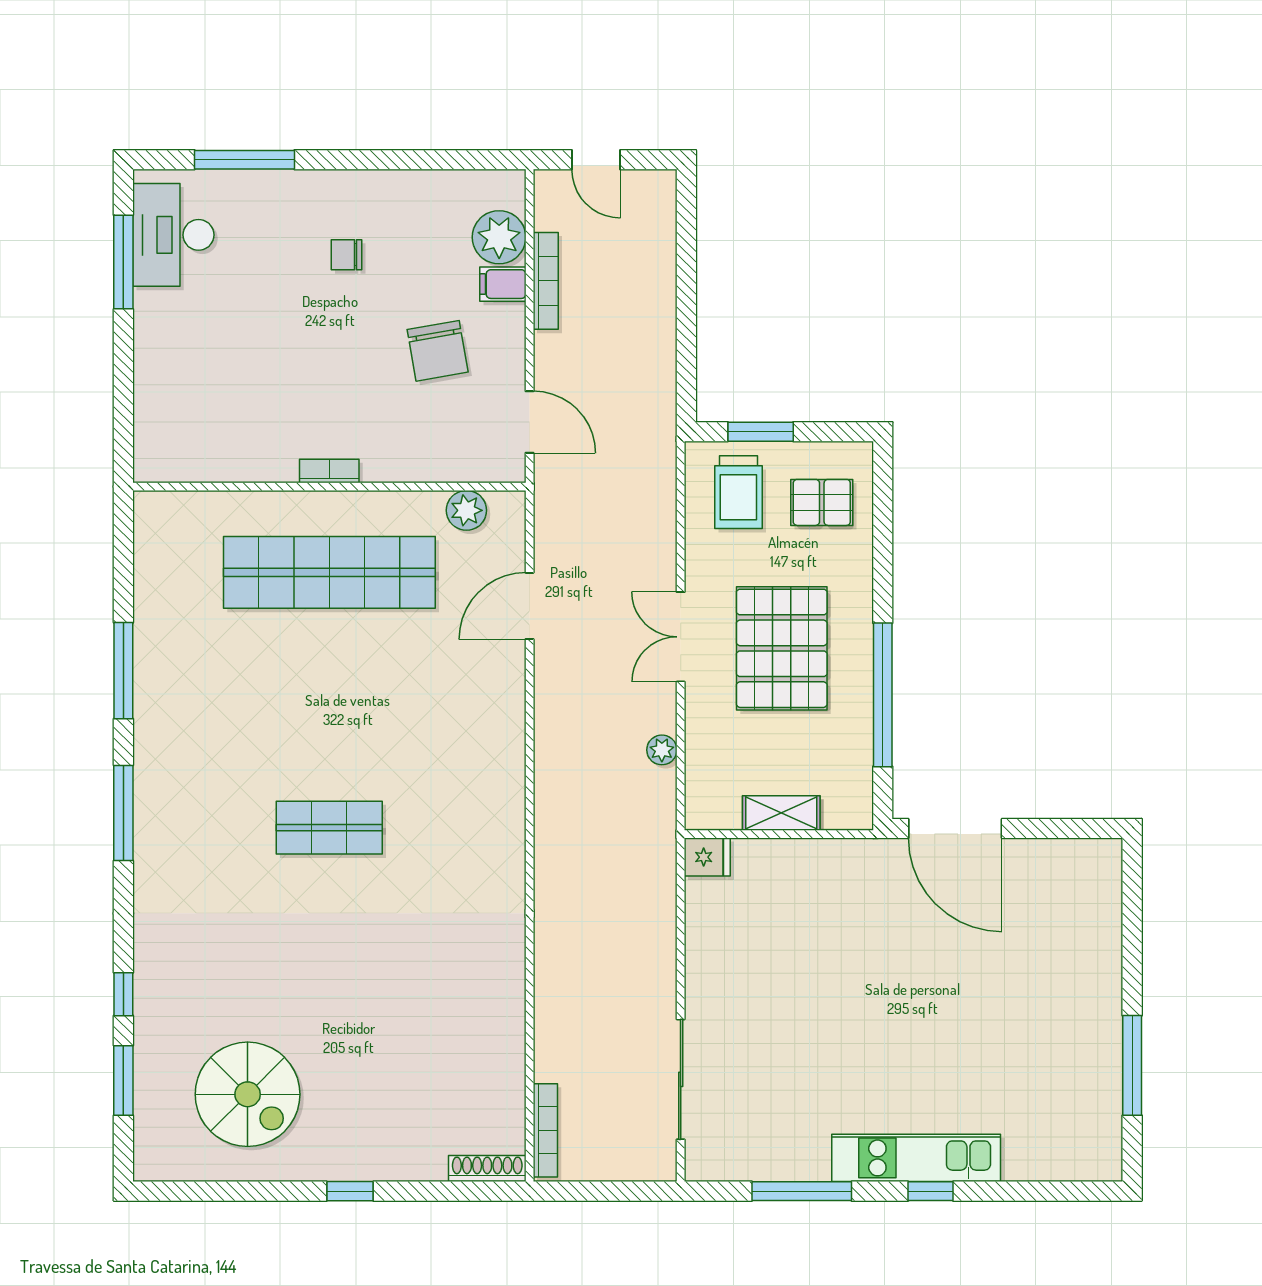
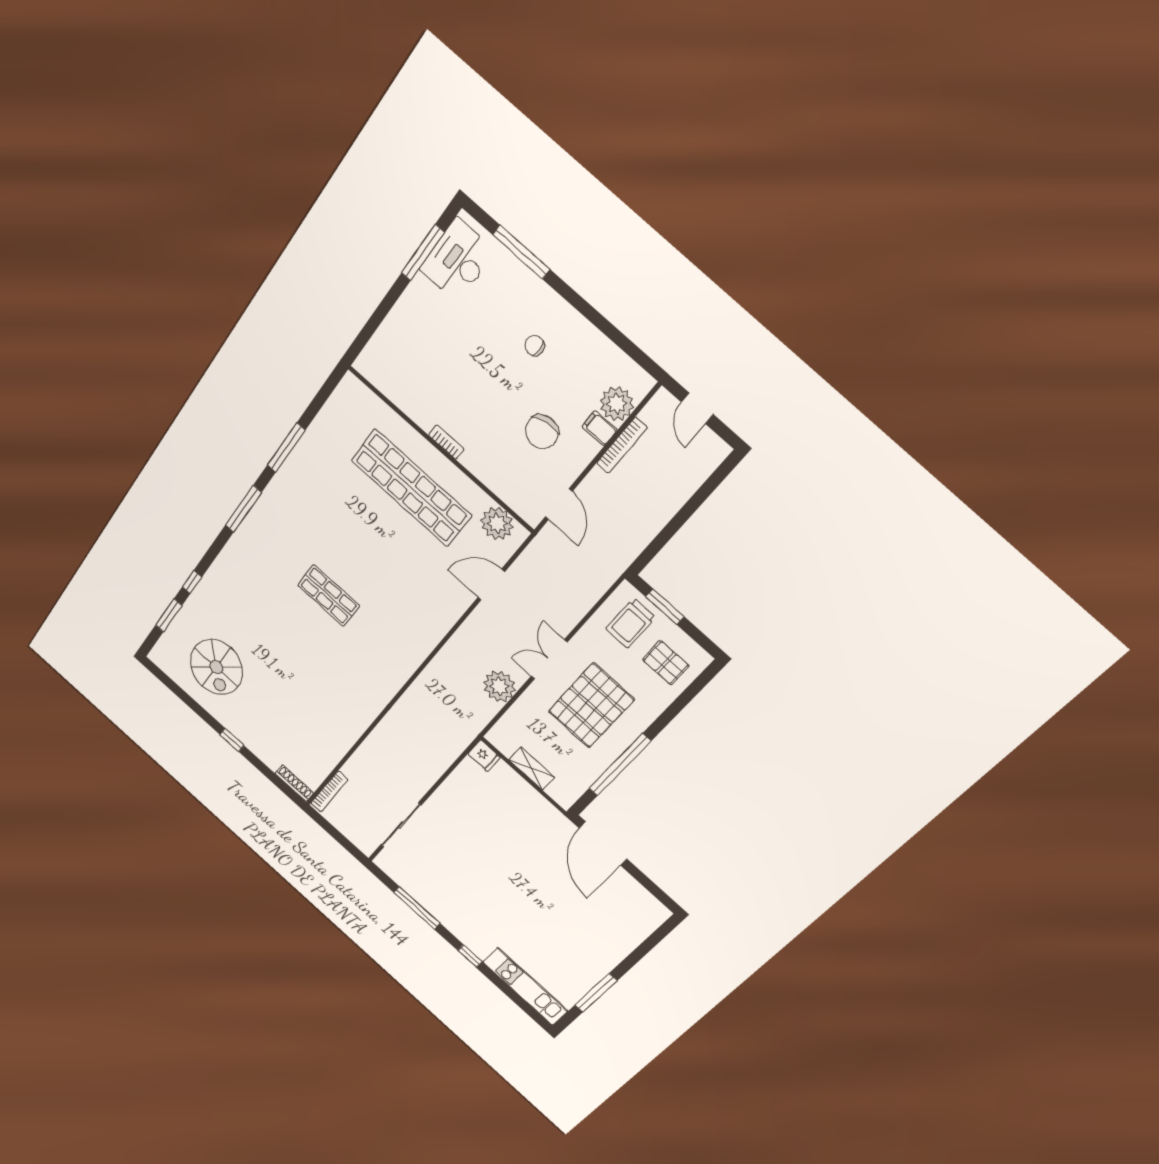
plant: (466, 510) -> (497, 523), width x1.36, depth x1.36
plant: (662, 750) -> (499, 686), width x1.88, depth x1.88
kitchen unit: (916, 1158) -> (525, 986), moved

